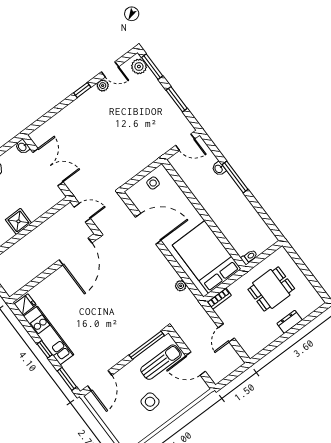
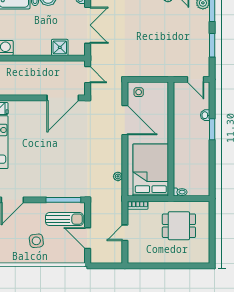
window: (235, 177) -> (212, 129), width x0.69
side table: (153, 183) -> (139, 92), moved
shower: (18, 221) -> (60, 47), moved
dresser: (290, 322) -> (175, 258), removed

